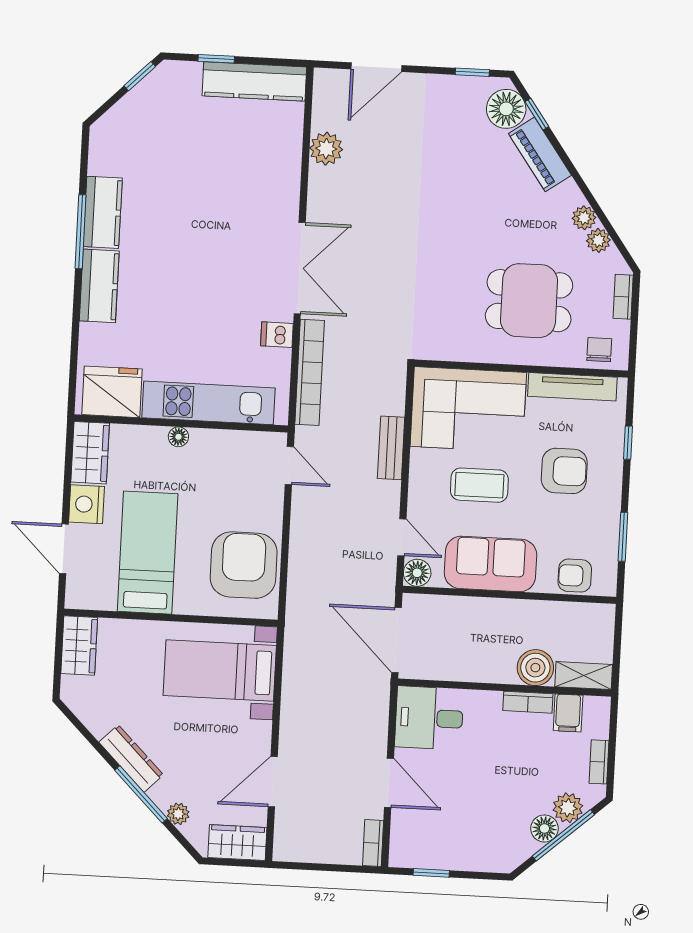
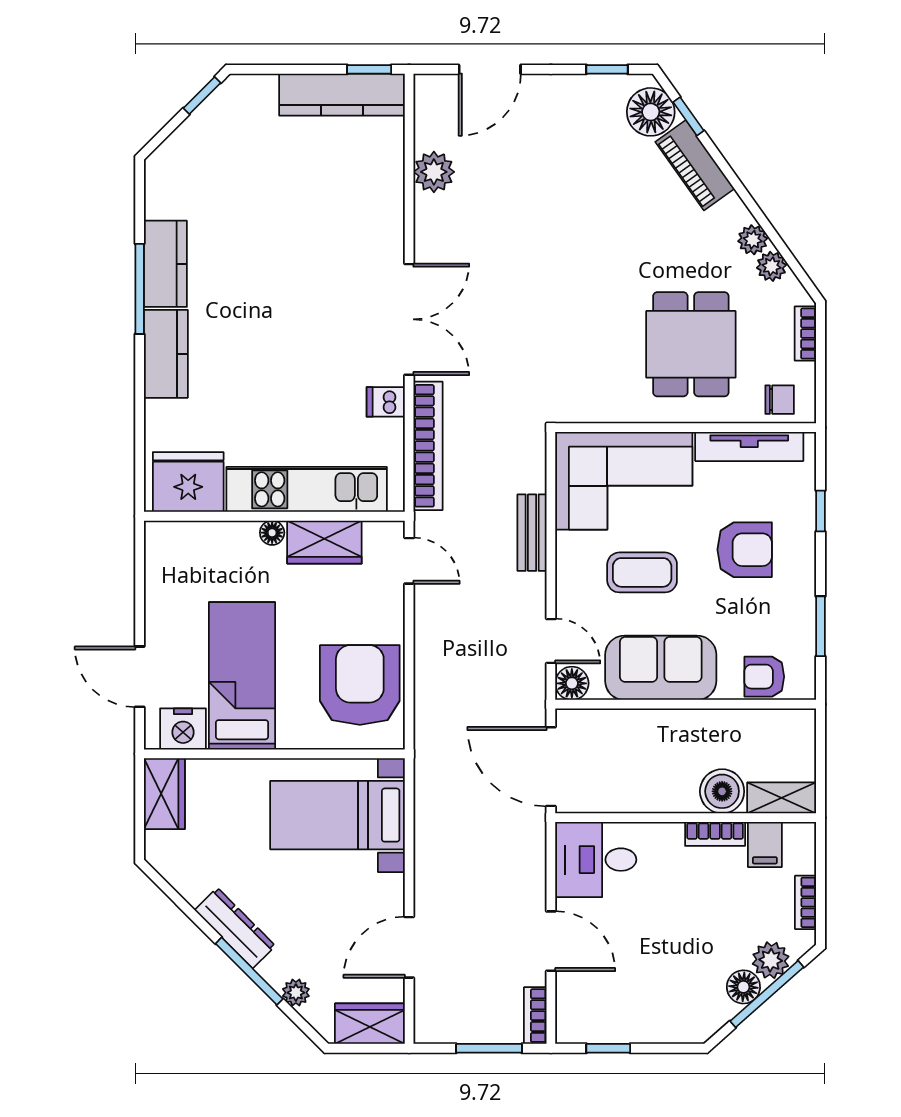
window: (216, 59) -> (369, 69), moved
dining table: (529, 301) -> (691, 344), turned 90
chair: (599, 350) -> (780, 400), turned 90
wardrobe: (90, 453) -> (324, 542), moved, turned 90
nightstand: (87, 504) -> (183, 729), moved, turned -90
window: (334, 868) -> (489, 1048), added

